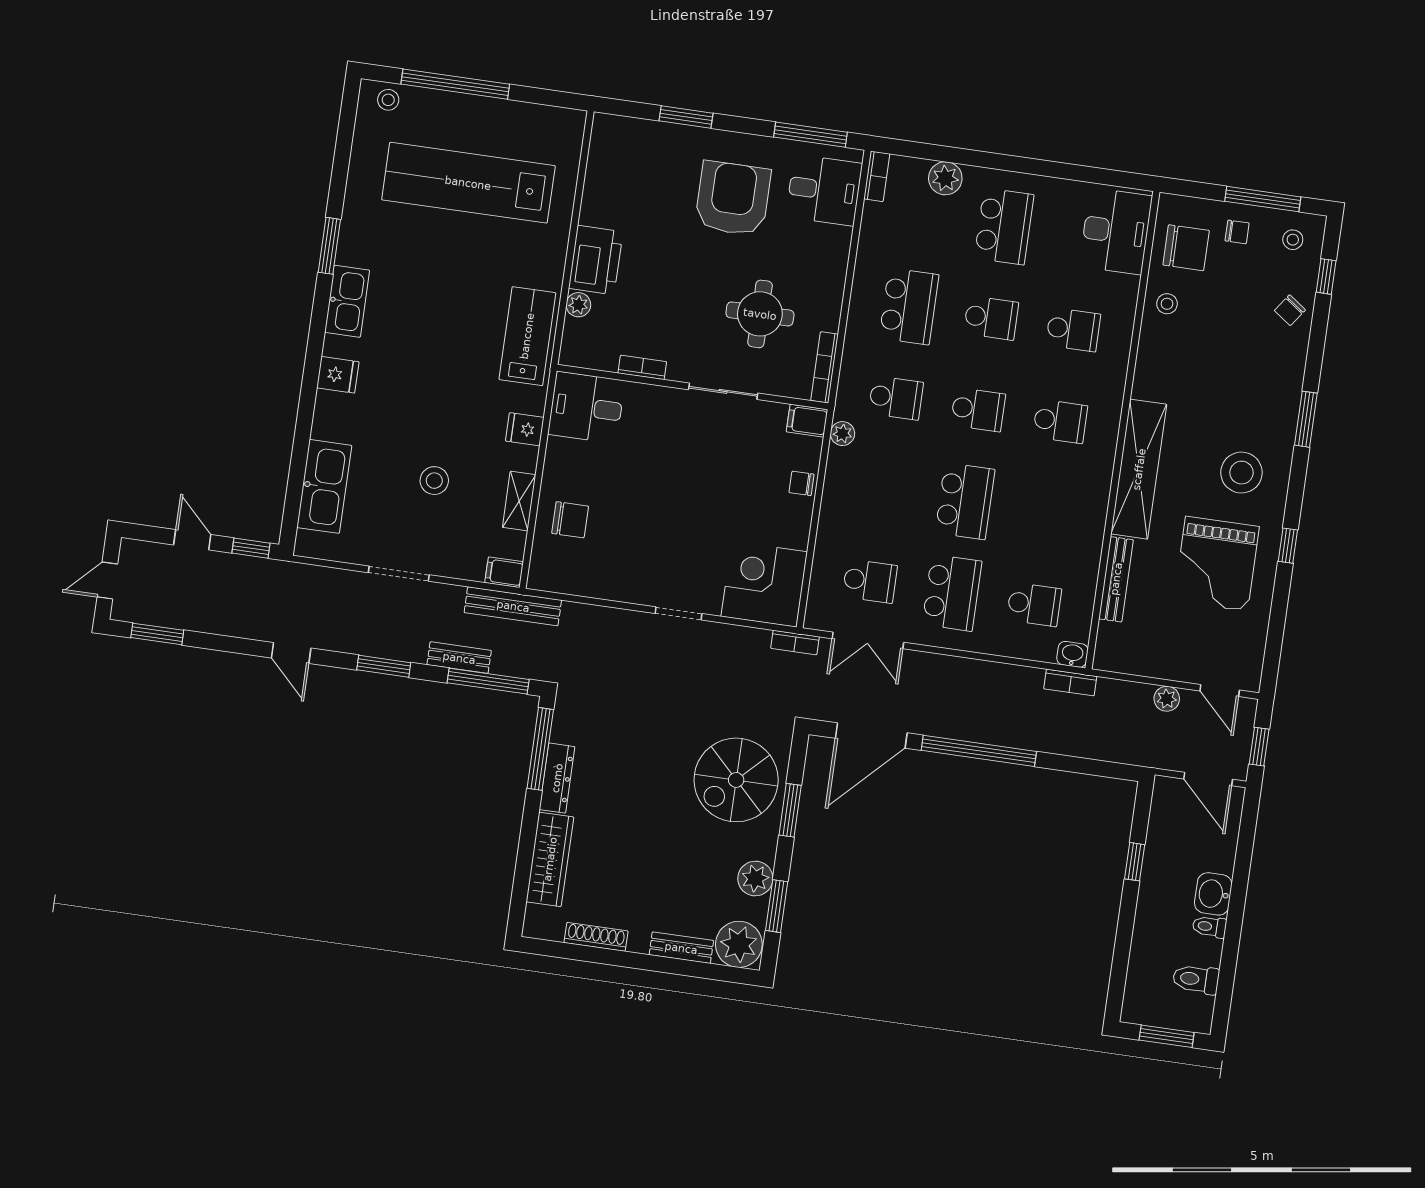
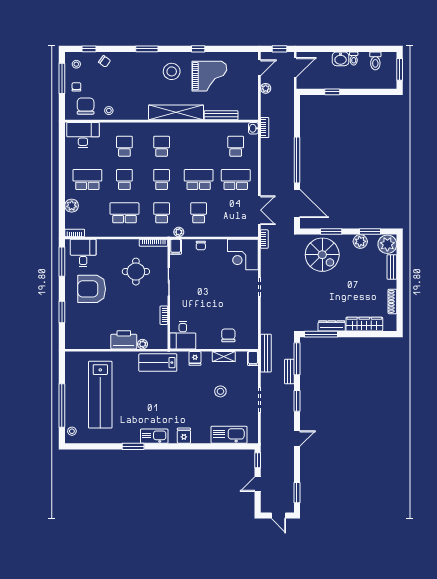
school desk: (870, 581) -> (199, 213), moved

